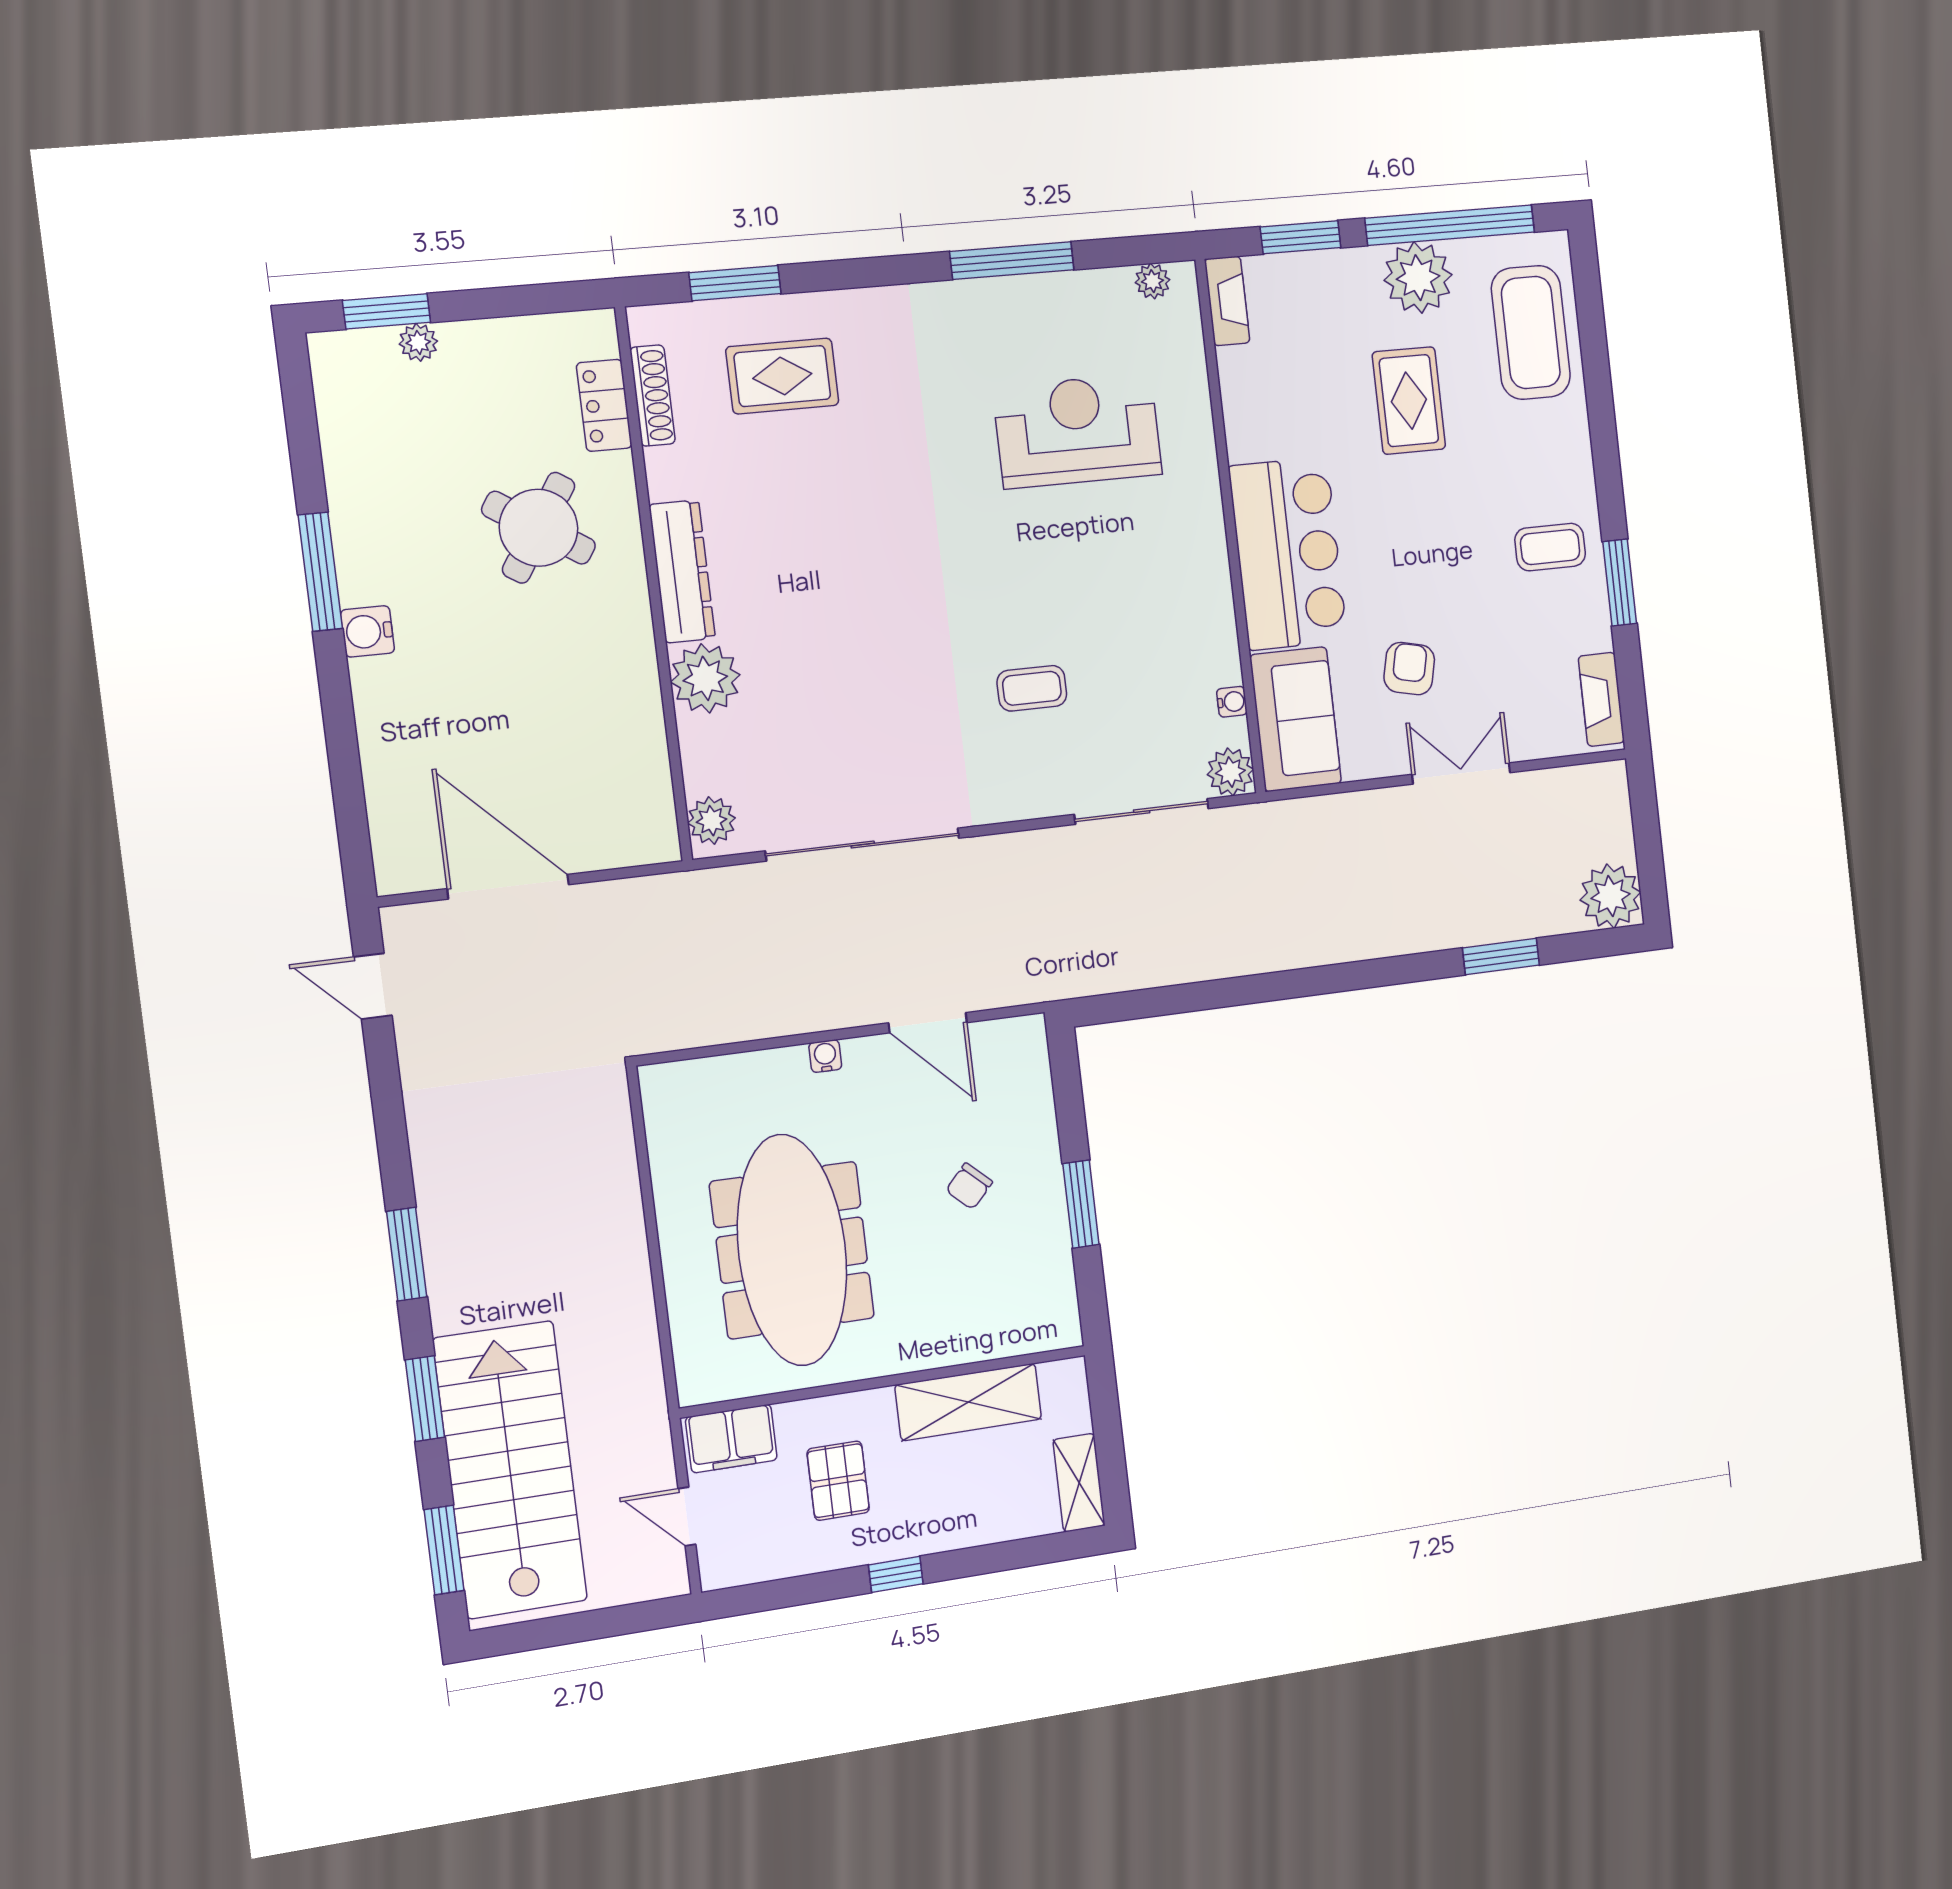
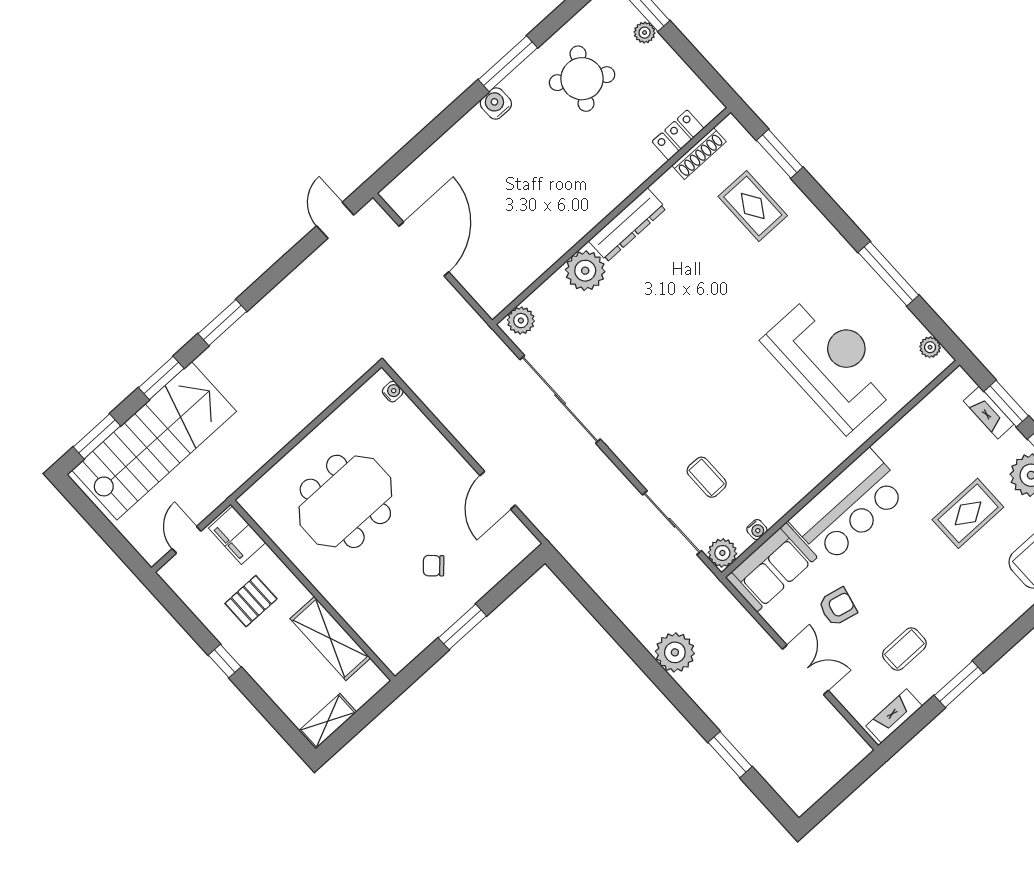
fireplace: (1227, 301) -> (989, 413), moved, turned 90
reception desk: (1078, 431) -> (831, 362), width x1.36, depth x1.30
round table: (539, 528) -> (582, 79), moved
coffee table: (1550, 547) -> (904, 649), moved, turned 90
coffee table: (1032, 688) -> (707, 477), moved
plant: (1611, 896) -> (675, 652), moved
water cooler: (825, 1056) -> (393, 392), moved
meeting table: (792, 1250) -> (345, 501), width x0.73

